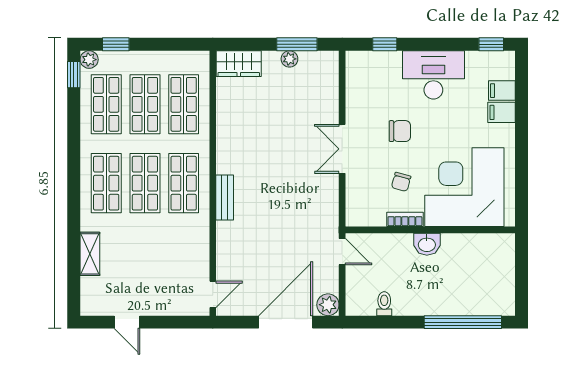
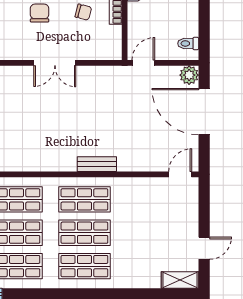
shelving: (90, 254) -> (180, 280), moved
door: (213, 294) -> (180, 174), hinge flipped
toilet: (384, 304) -> (188, 43), moved

